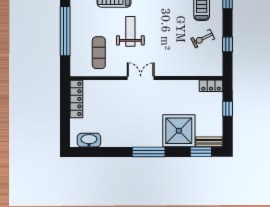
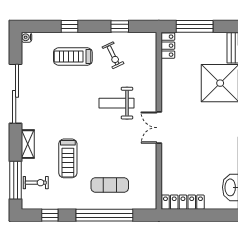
weight bench: (130, 31) -> (116, 103), moved
exercise mat: (99, 53) -> (110, 185), moved
window: (228, 109) -> (195, 26), width x2.17

